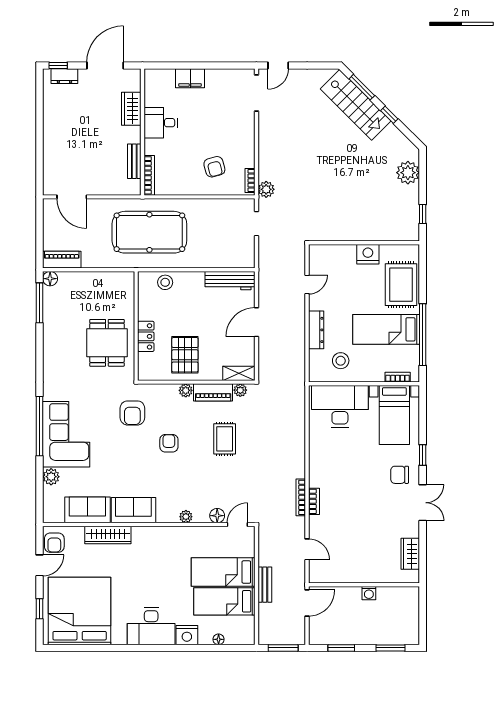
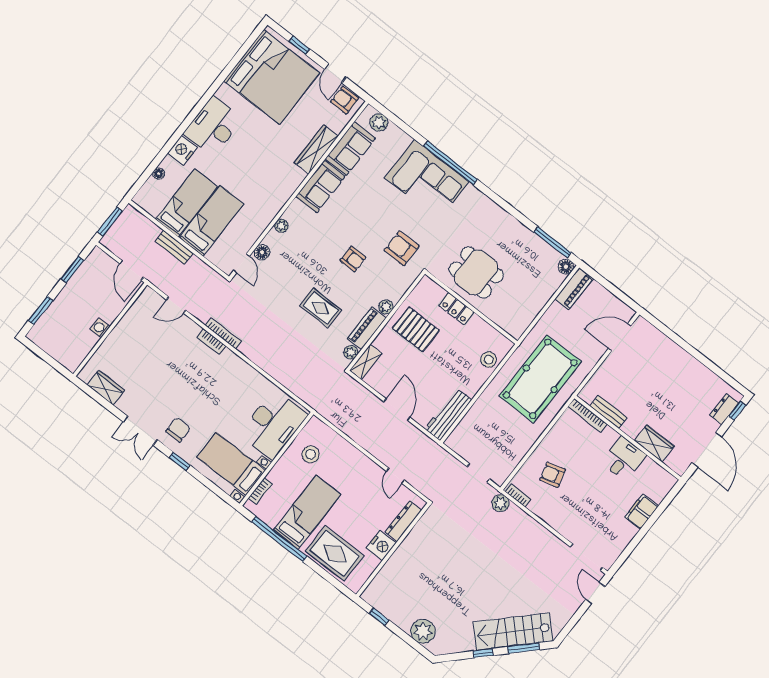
dresser: (316, 330) -> (403, 521), moved, turned 90
plant: (51, 477) -> (379, 122), moved

